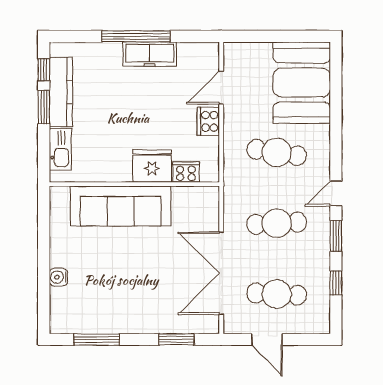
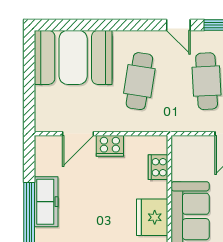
door: (221, 88) -> (78, 134), hinge flipped
fridge: (152, 166) -> (152, 217), moved

